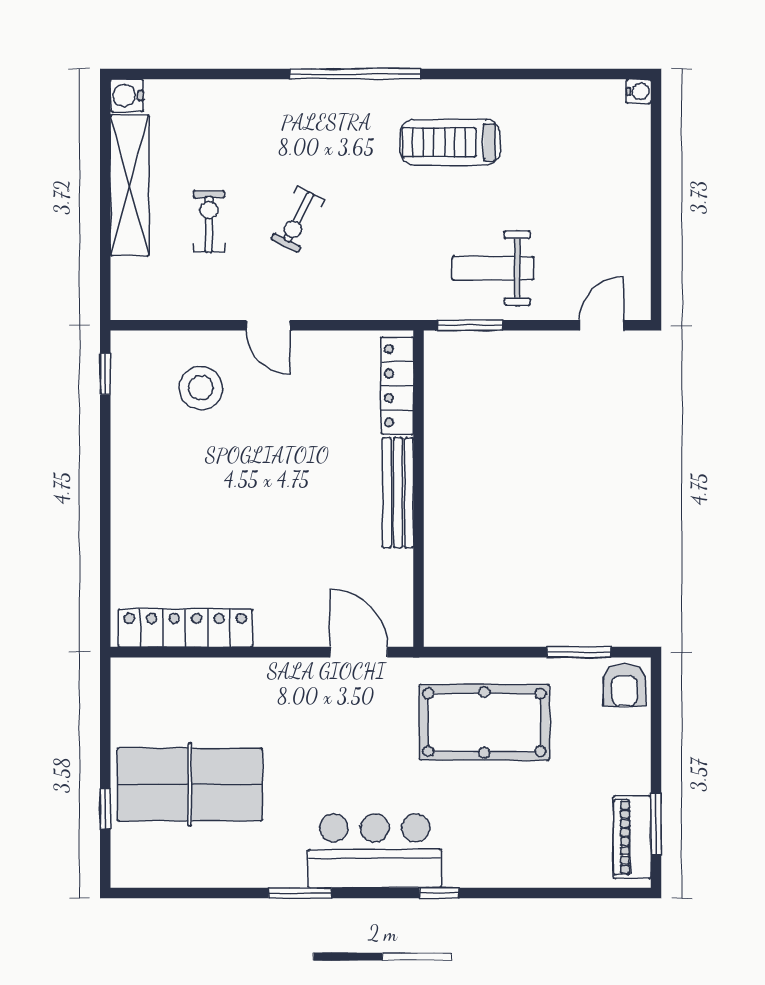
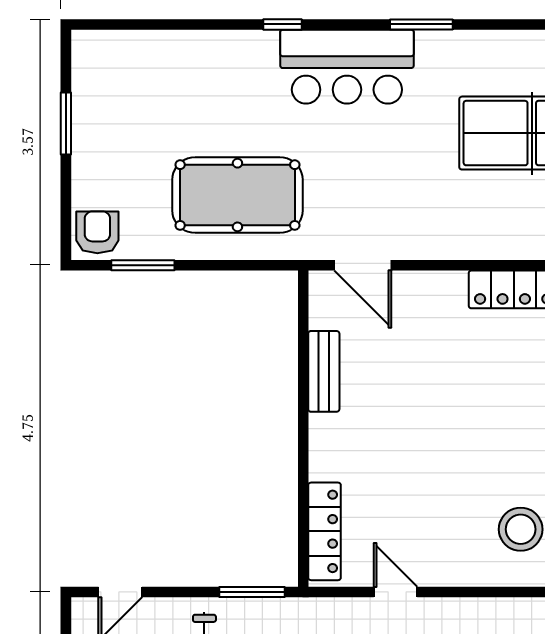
door: (268, 325) -> (396, 592), moved
bench: (398, 493) -> (324, 371), moved, width x0.73
window: (656, 824) -> (66, 123), moved
piano: (632, 837) -> (90, 80), removed

